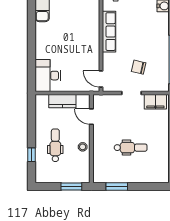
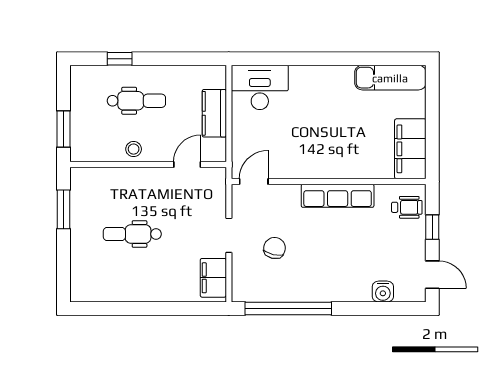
dental chair: (131, 148) -> (132, 234), turned 90

